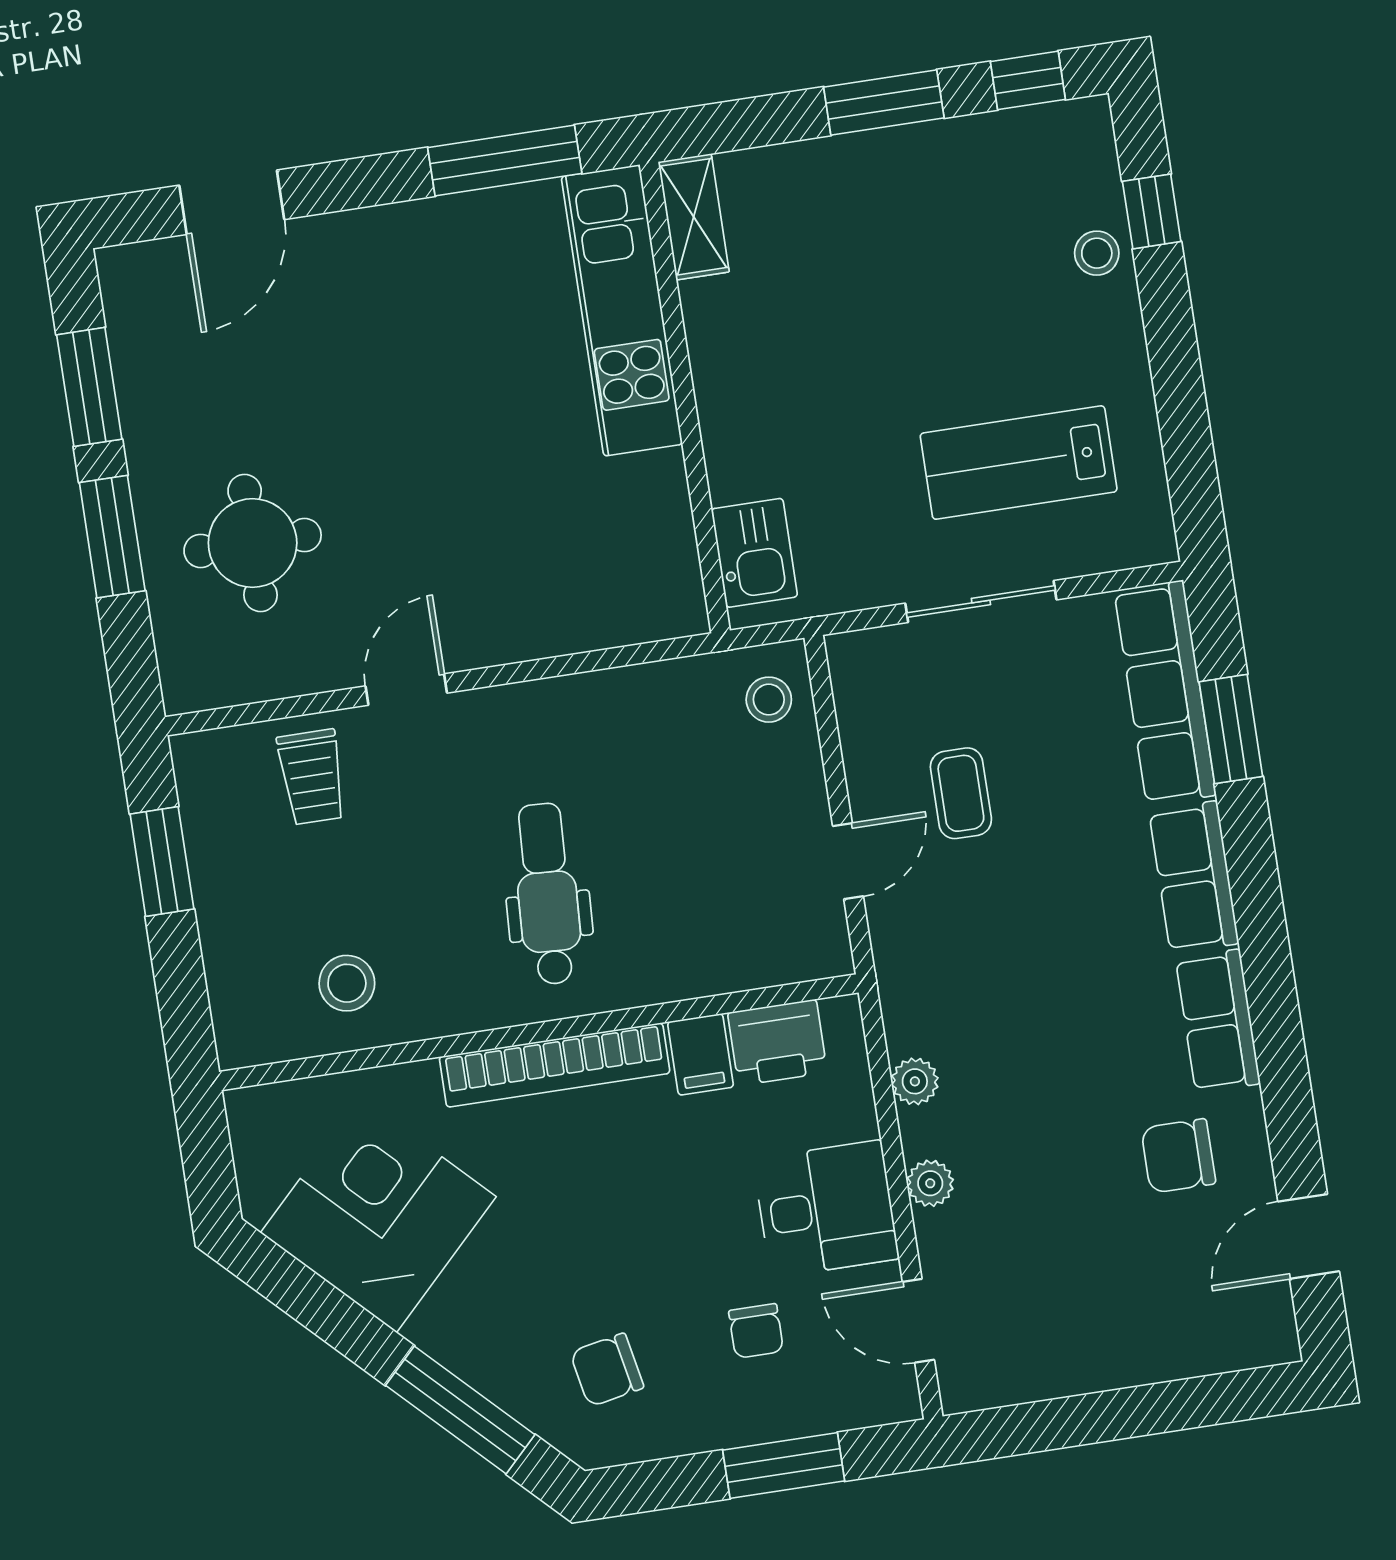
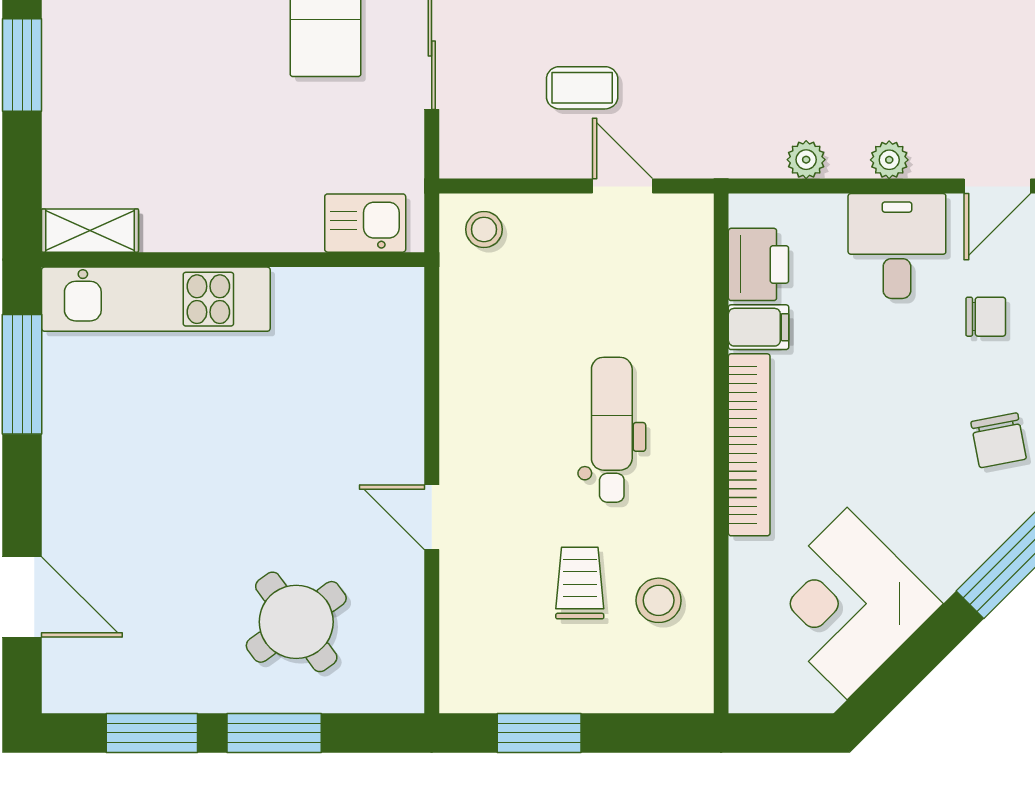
round table: (253, 543) -> (296, 622), turned -36
trolley: (312, 777) -> (580, 583), moved, turned -90
dental chair: (547, 894) -> (612, 430), turned 87

